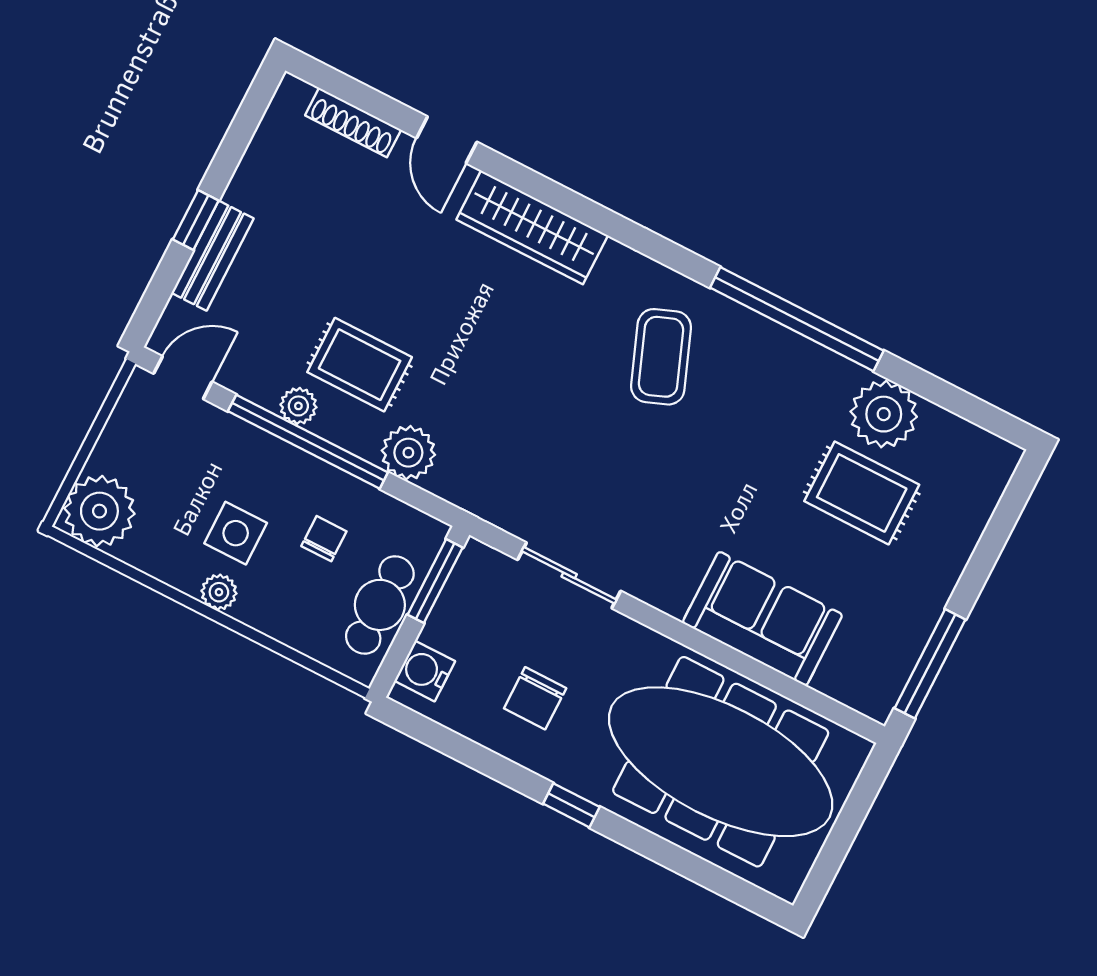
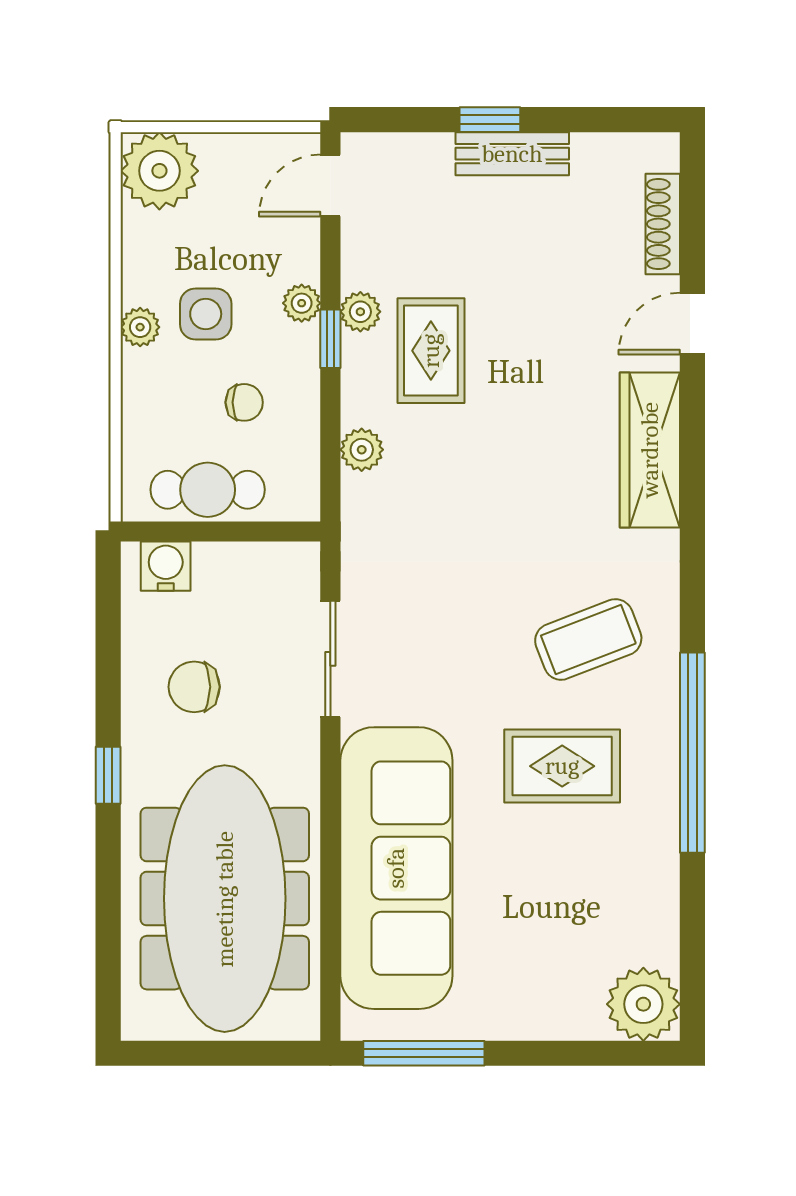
bench: (213, 256) -> (512, 154), moved
door: (183, 378) -> (330, 185), swing flipped
plant: (884, 414) -> (643, 1004), moved
window: (308, 442) -> (330, 339), width x0.32
plant: (267, 450) -> (302, 303), added
plant: (408, 453) -> (362, 450), width x0.73, depth x0.73
rug: (862, 493) -> (562, 766), moved, turned 90
window: (435, 581) -> (258, 531), removed
sofa: (762, 619) -> (396, 868), width x1.85, depth x1.27

